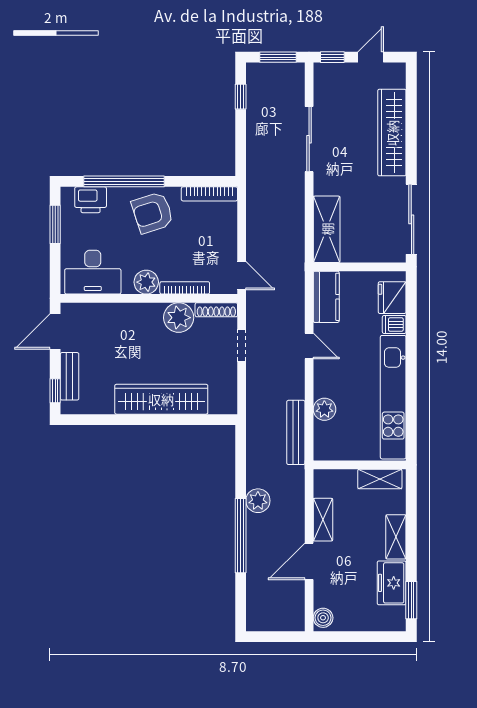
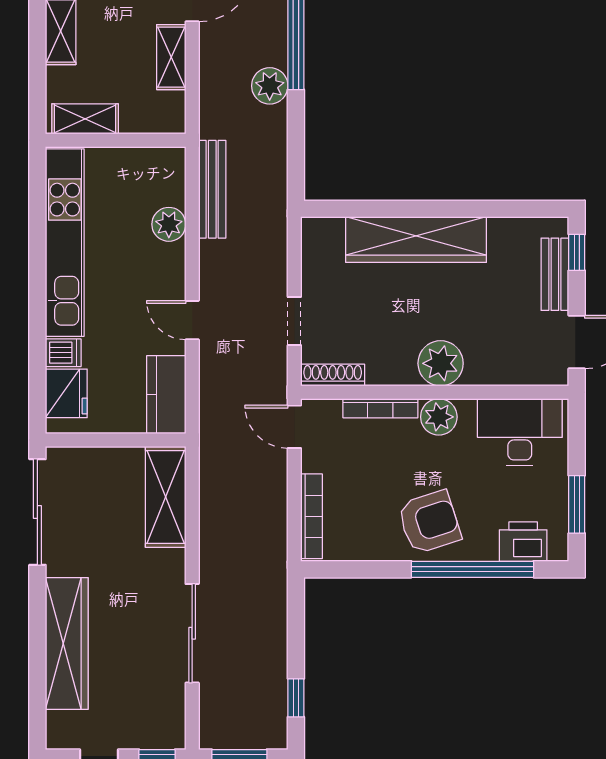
bookcase: (209, 194) -> (312, 516), moved, turned 90
plant: (179, 318) -> (441, 363), moved

